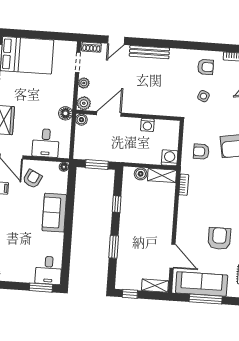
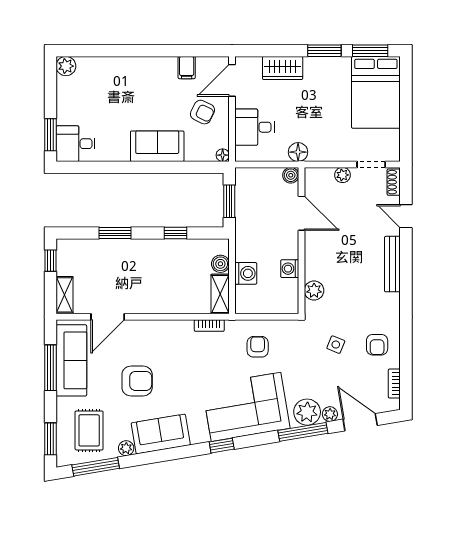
plant: (84, 103) -> (314, 290), moved
washing machine: (170, 158) -> (246, 273), moved

